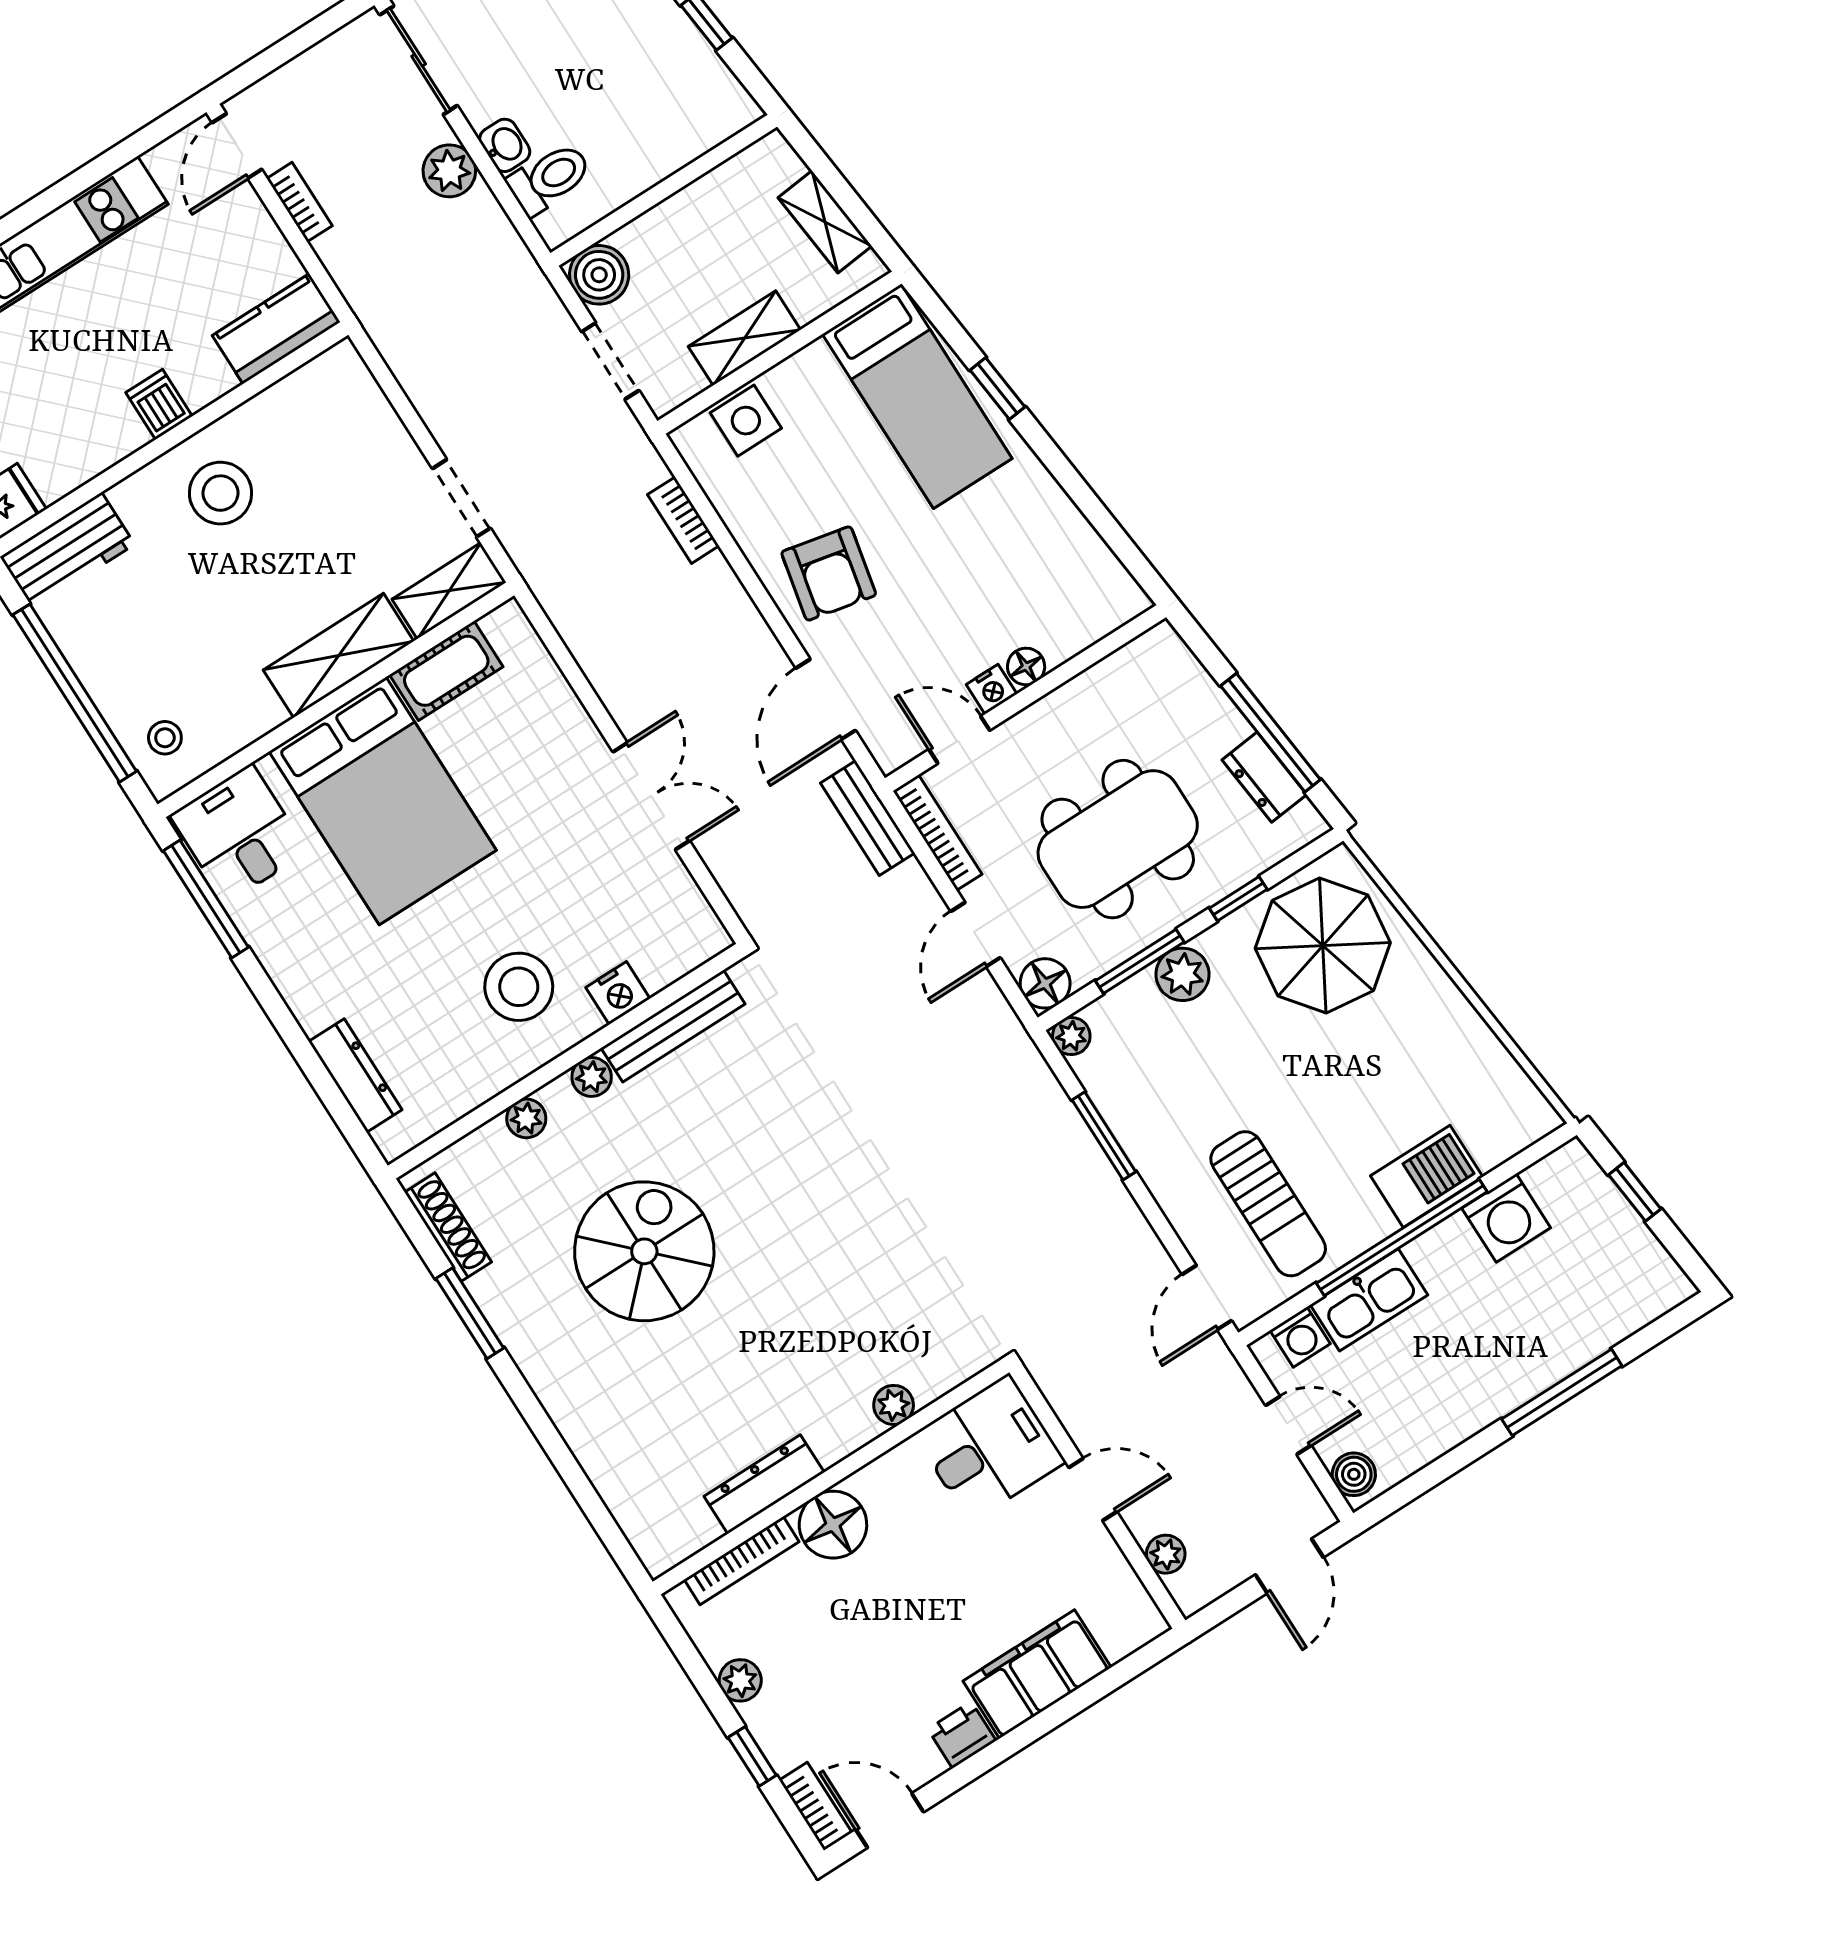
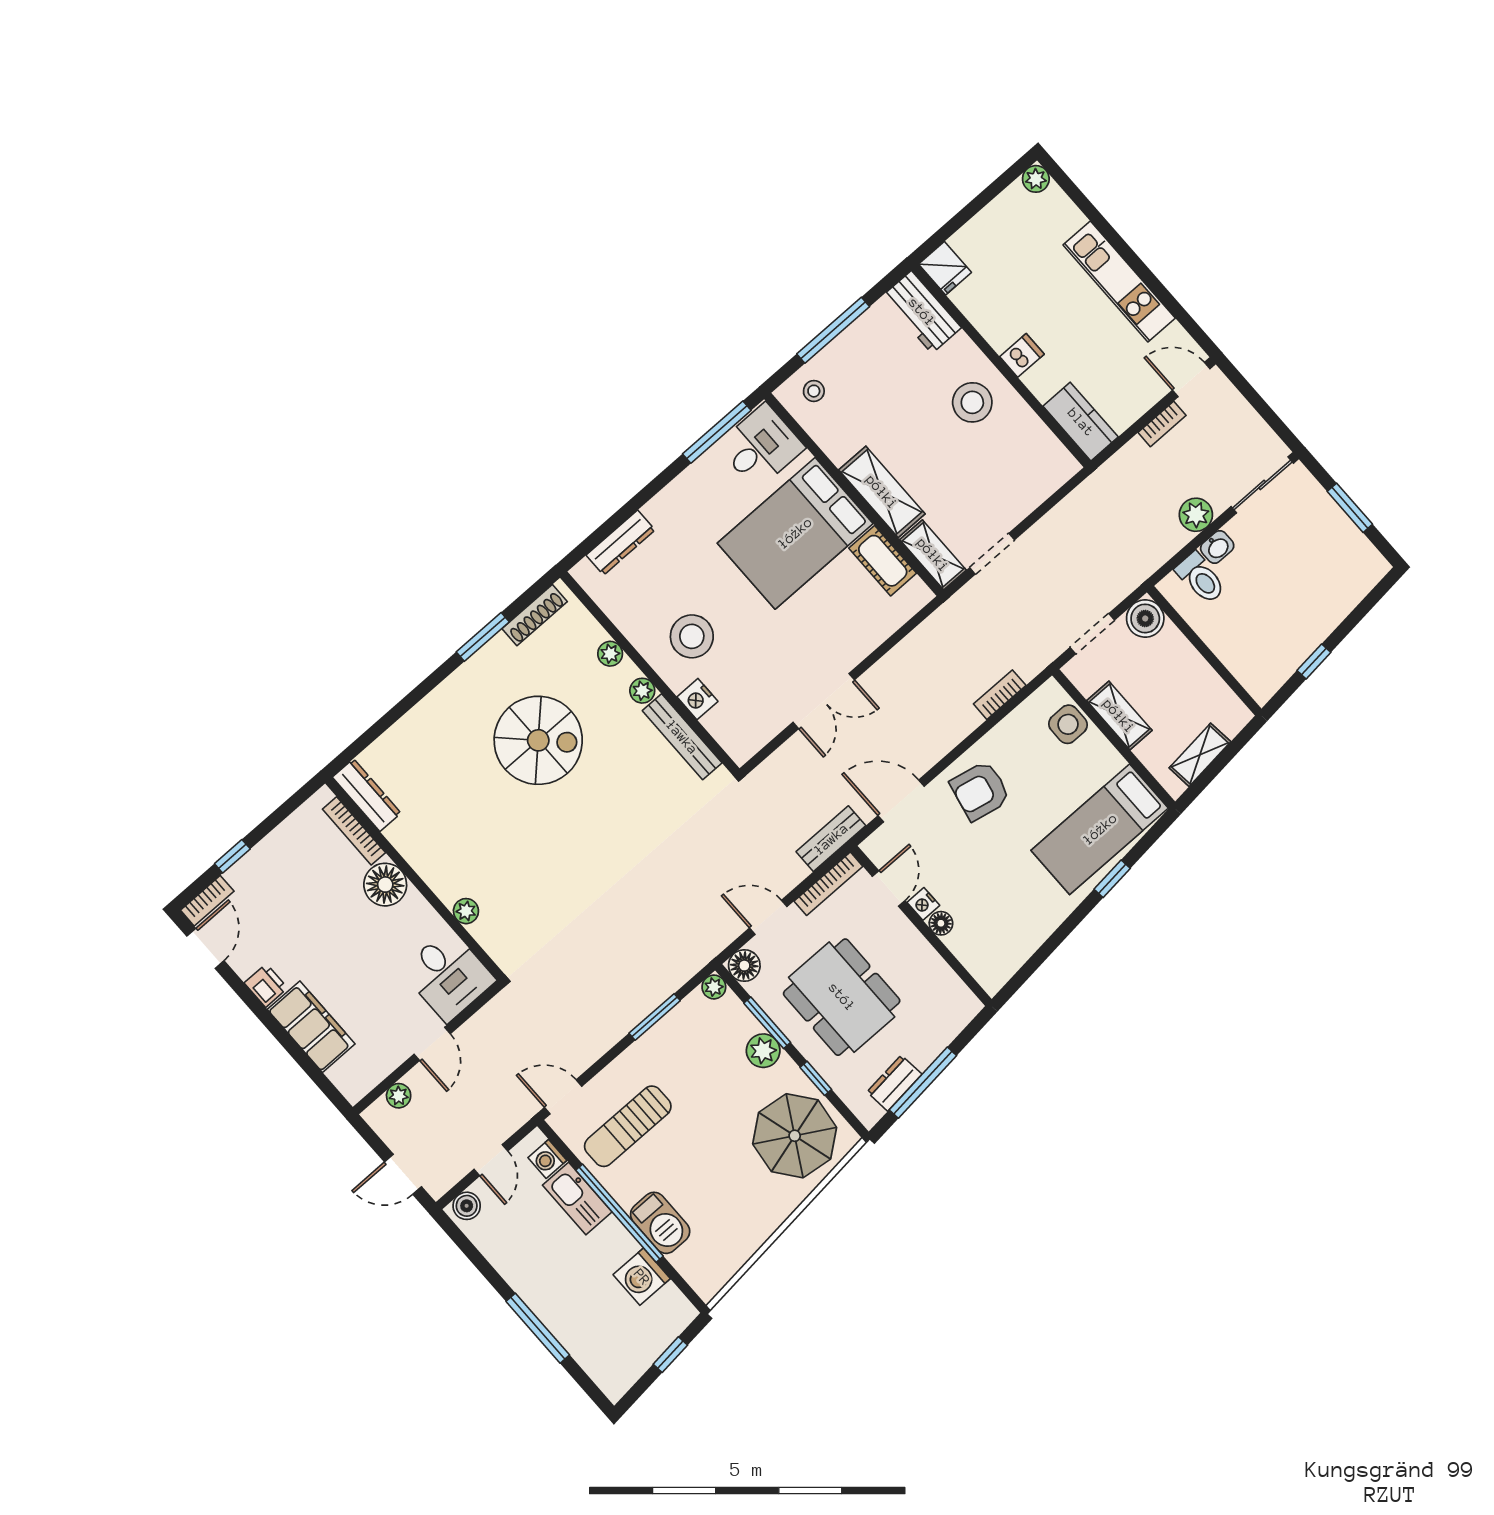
window: (75, 693) -> (833, 330), width x0.68
dresser: (764, 1484) -> (367, 795), moved
plant: (740, 1680) -> (279, 841), removed

